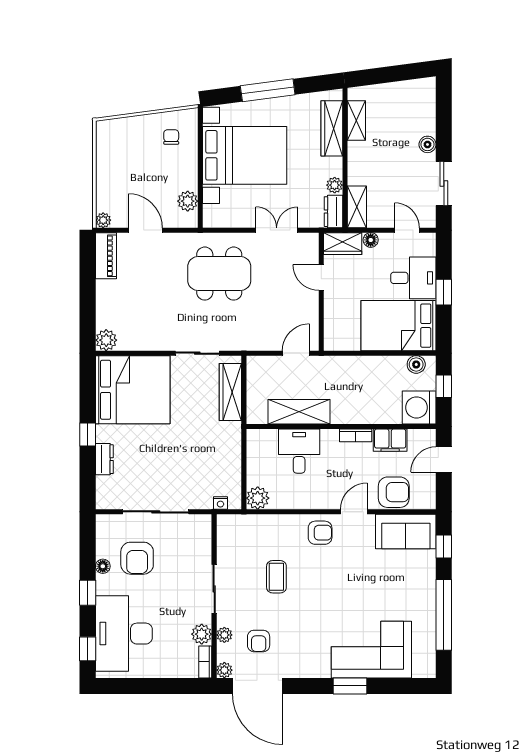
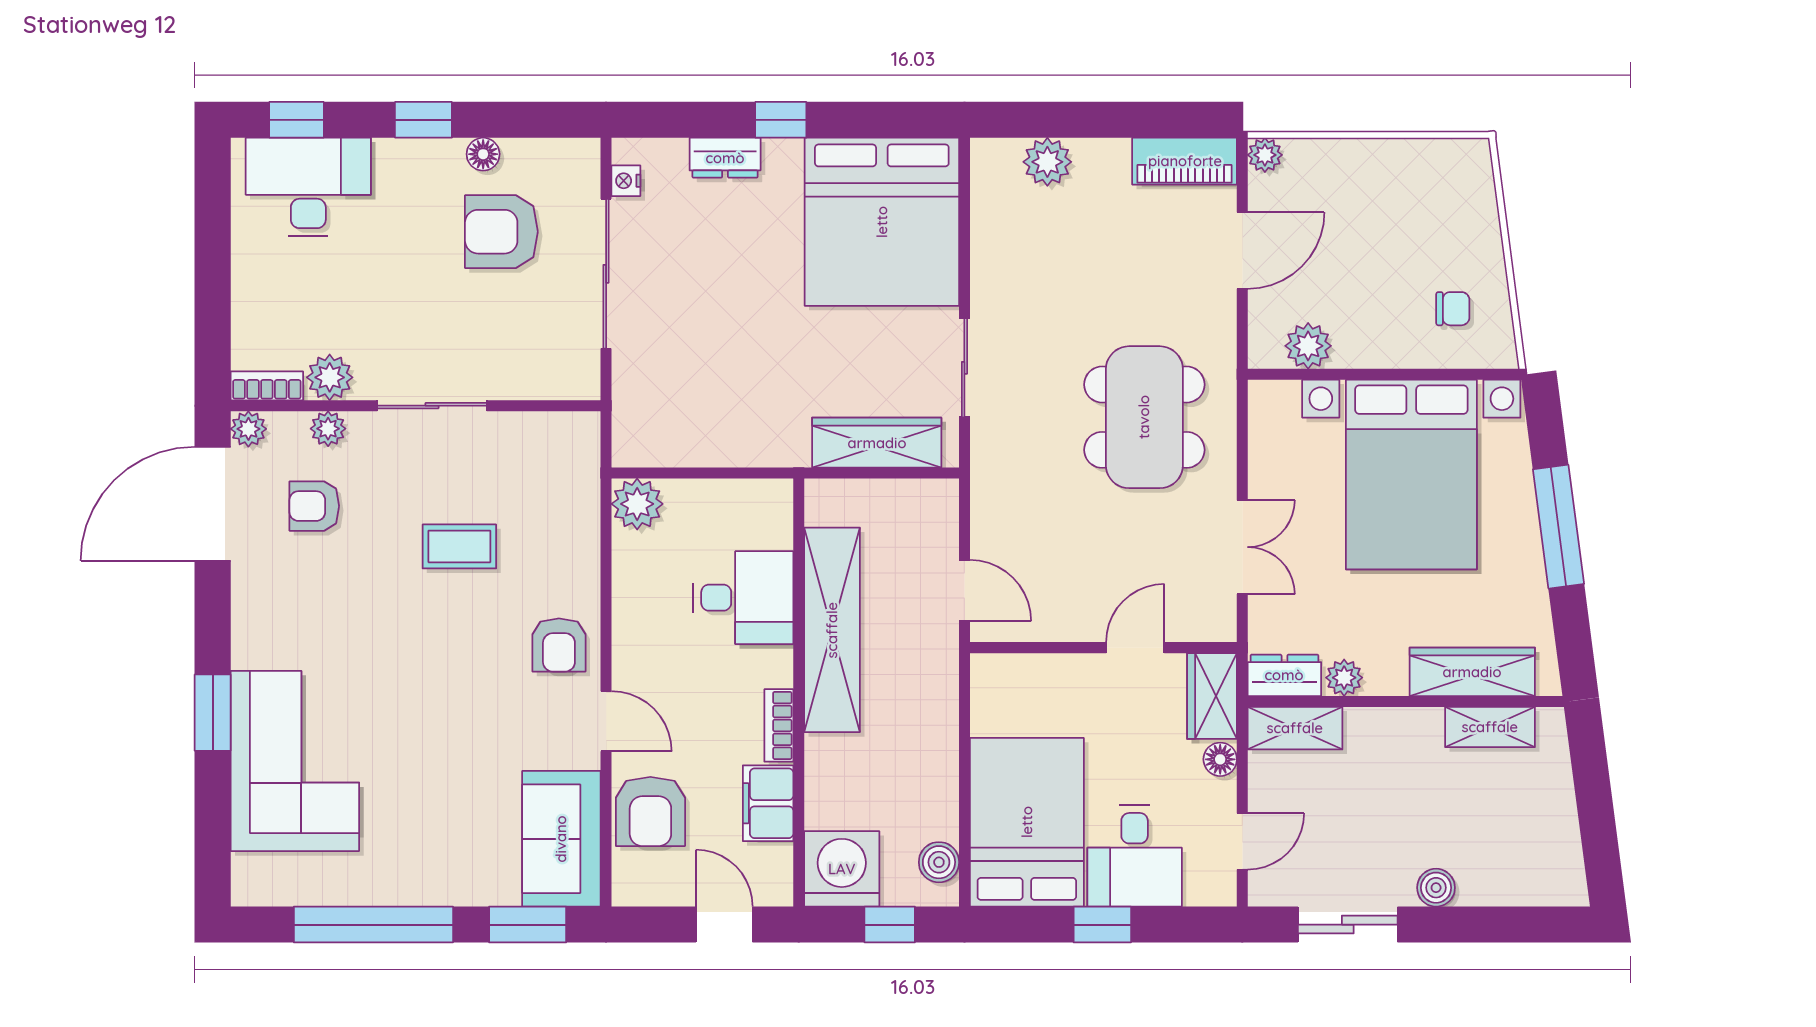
plant: (106, 340) -> (1047, 162), moved
shelving: (299, 412) -> (832, 630), width x1.47
nightstand: (220, 503) -> (626, 181), moved
window: (444, 547) -> (528, 925), width x1.50
desk: (124, 634) -> (308, 187), width x0.73, depth x0.77

